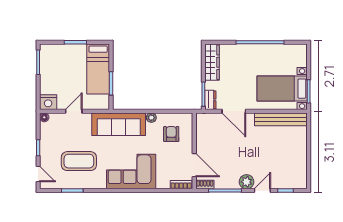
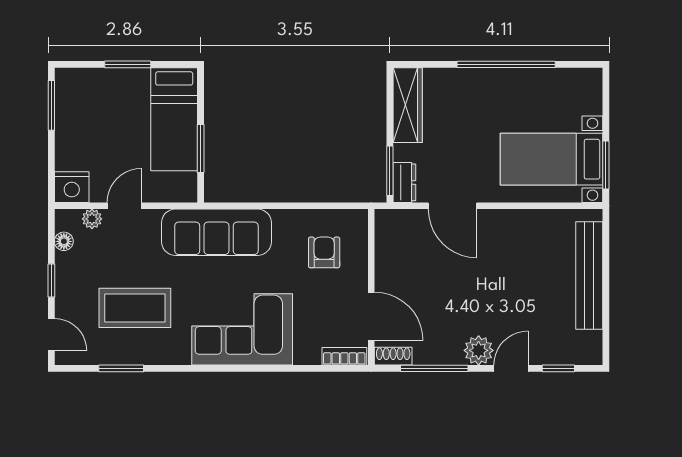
floor lamp: (44, 117) -> (64, 241), moved
plant: (151, 118) -> (92, 219), moved
bench: (281, 119) -> (589, 275), moved, turned 90

